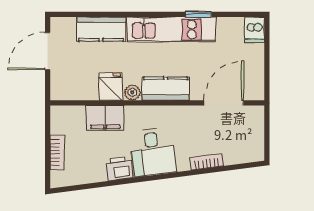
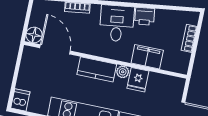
door: (224, 103) -> (55, 49), swing flipped
floor lamp: (254, 116) -> (34, 35), added

